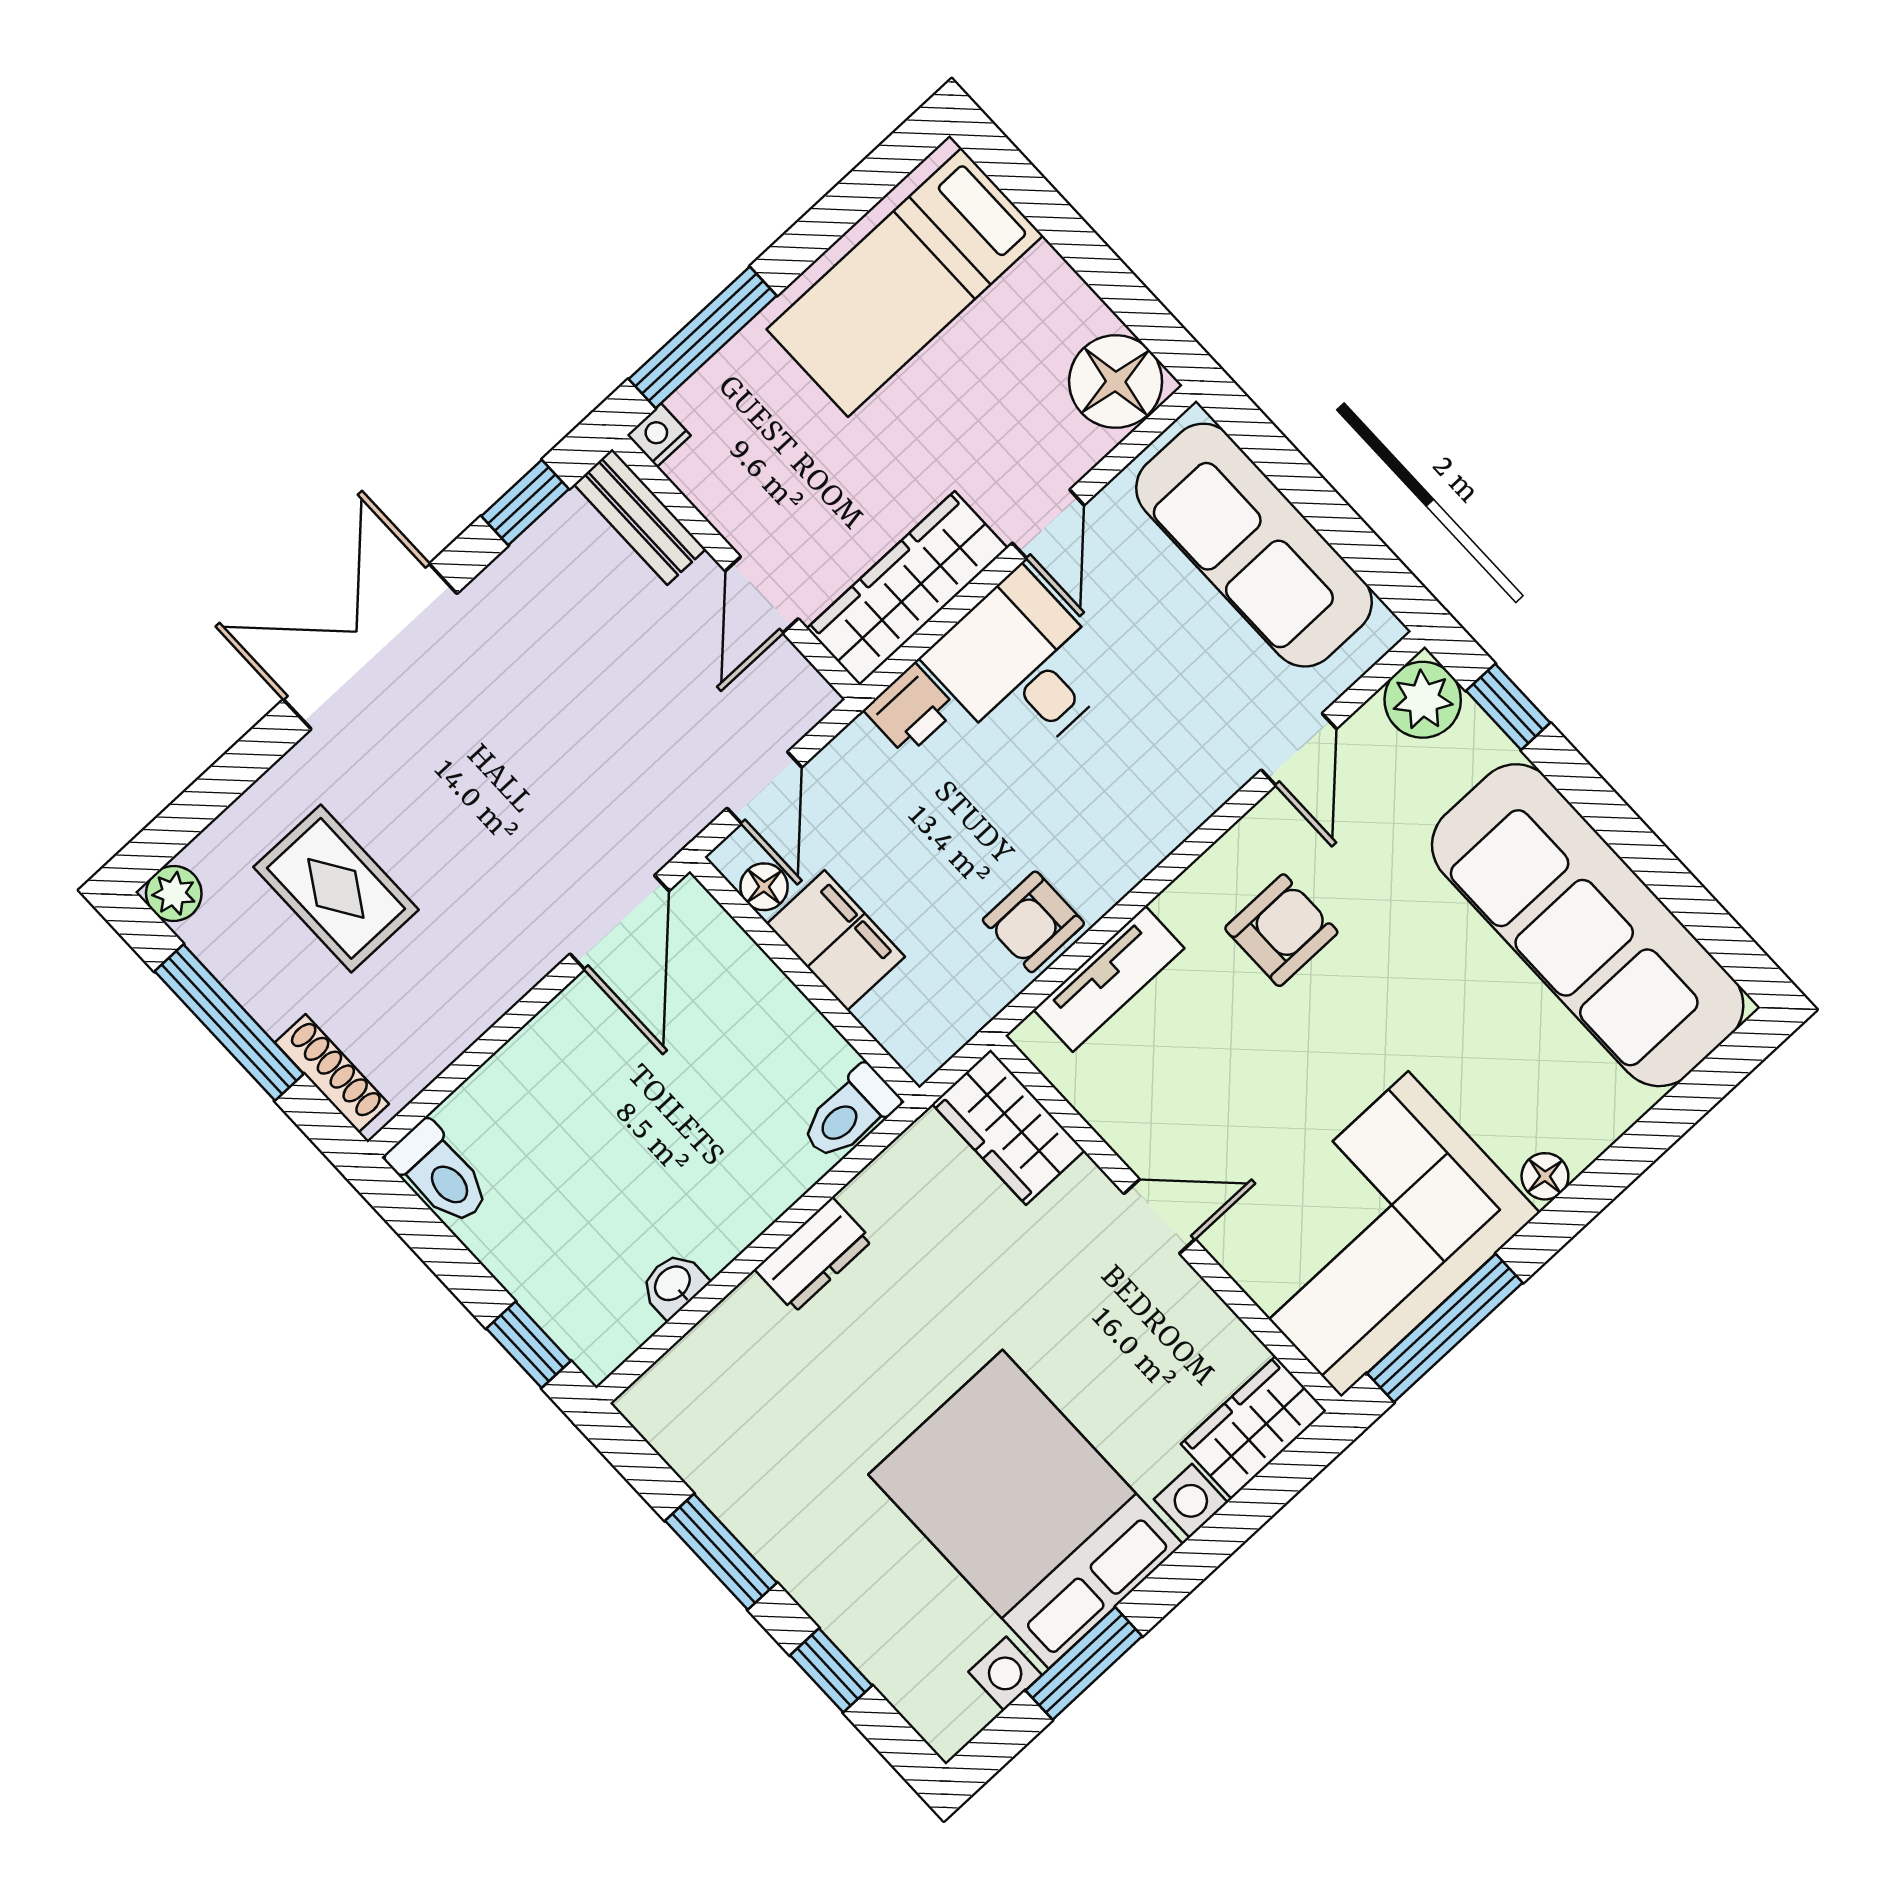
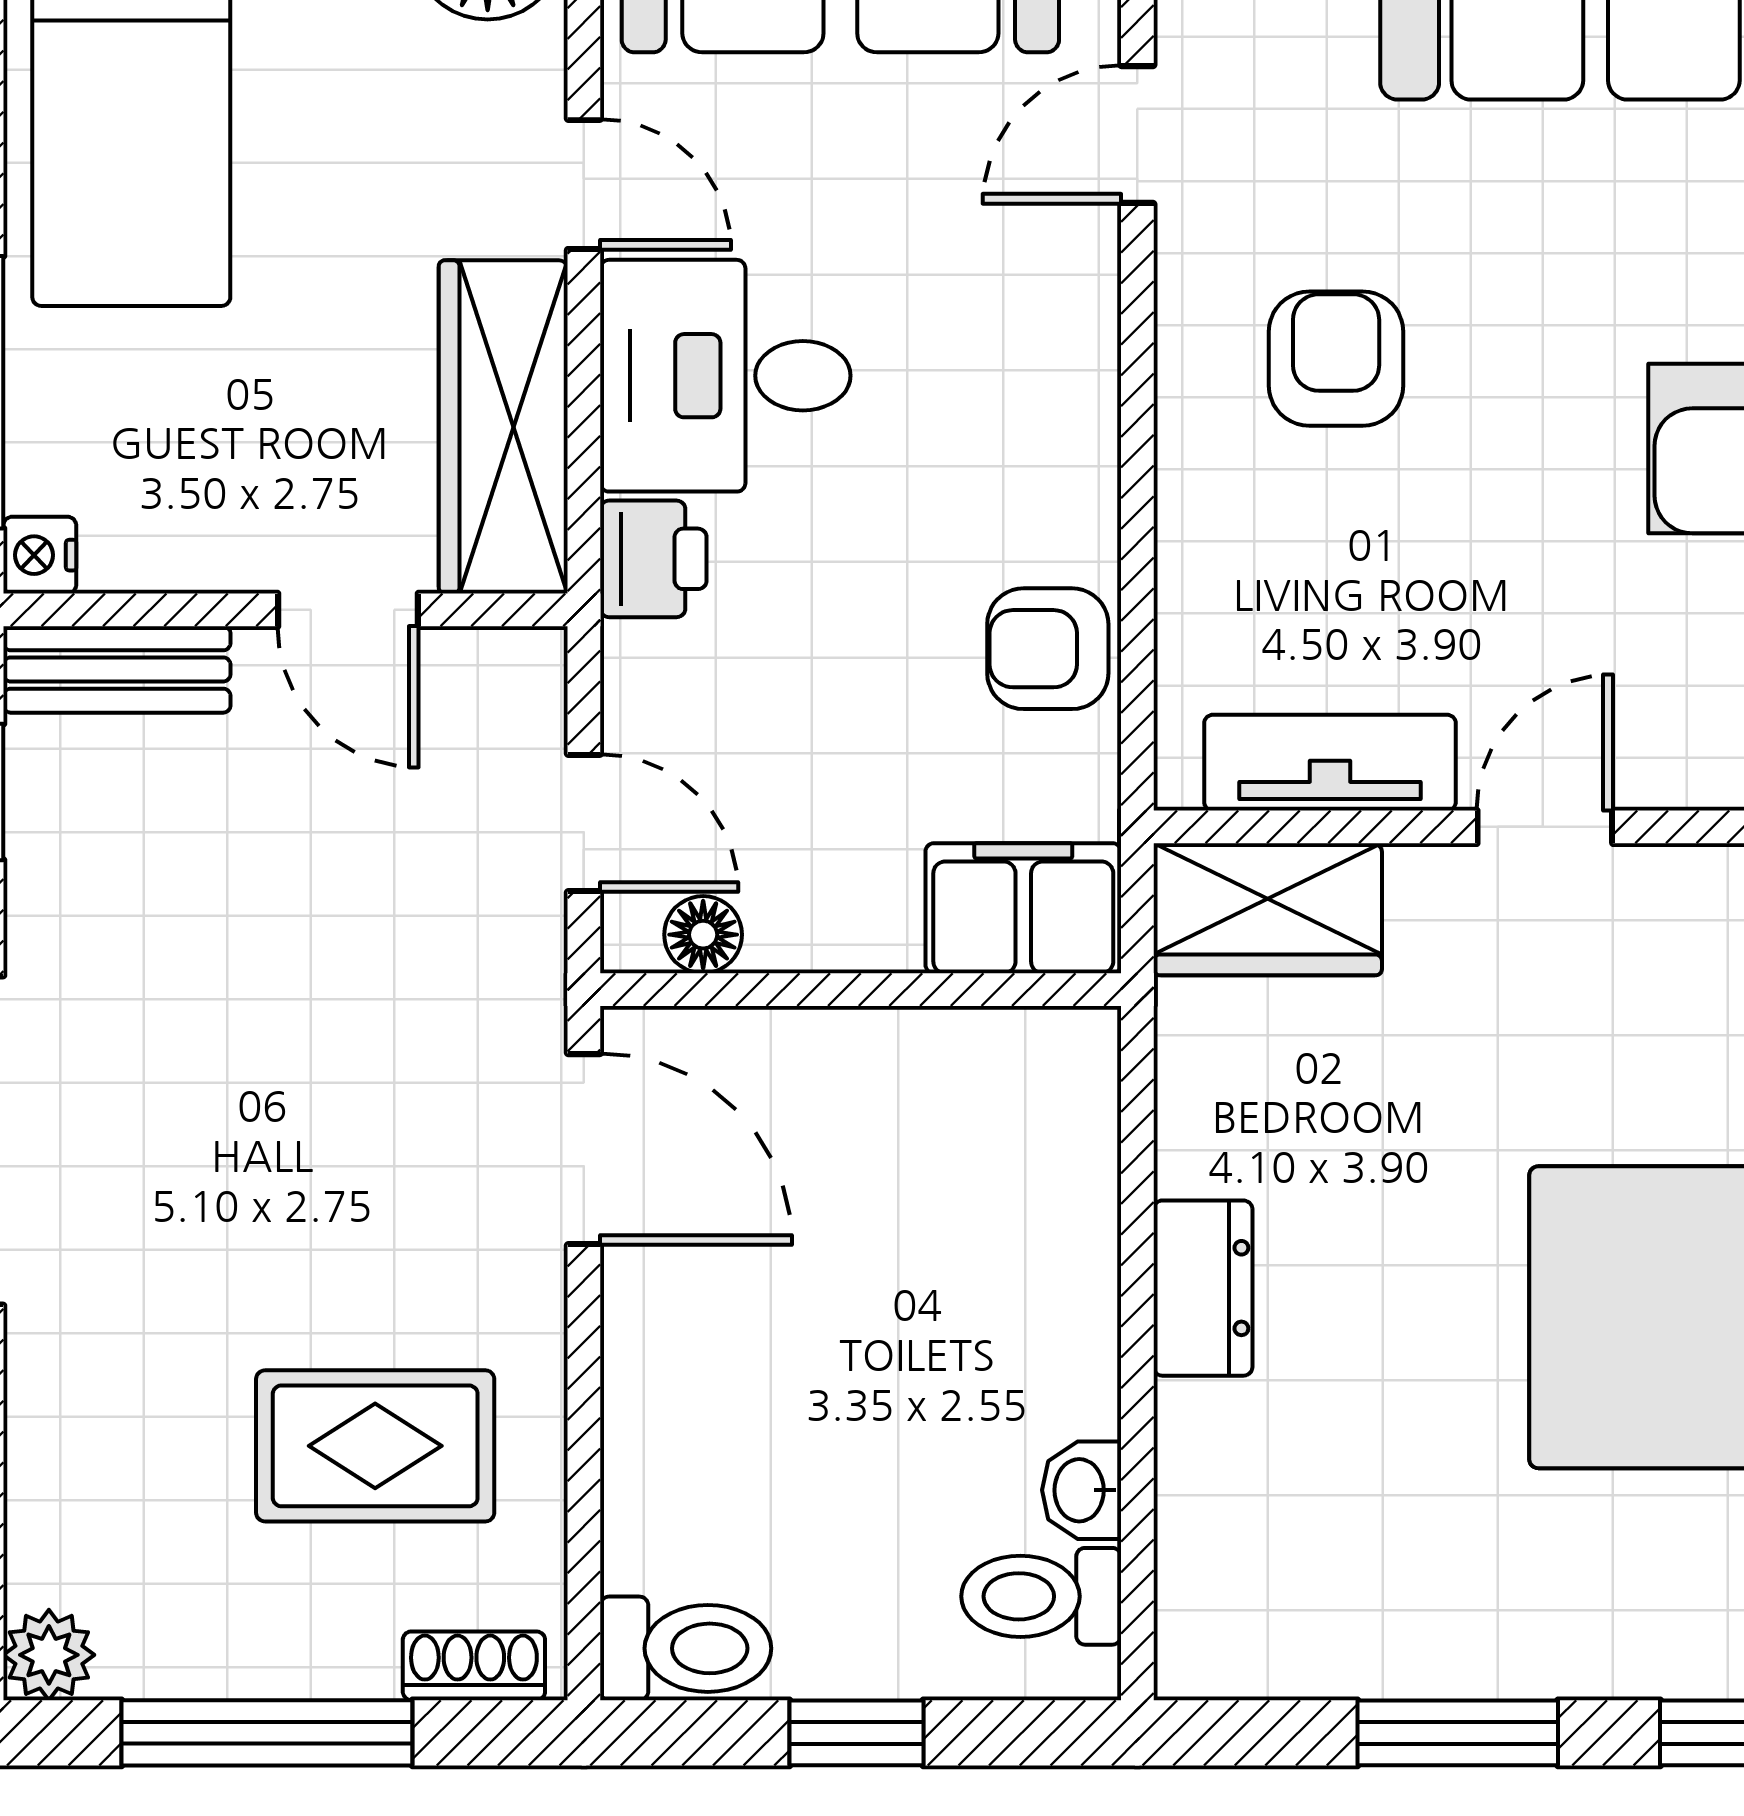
door: (1299, 749) -> (1137, 135), swing flipped
rug: (336, 888) -> (375, 1446), moved
armchair: (1033, 922) -> (1048, 649), turned 90
filing cabinet: (836, 940) -> (1023, 908), moved
tv unit: (1109, 979) -> (1330, 763), moved, turned -90
shoe rack: (332, 1073) -> (474, 1666), width x0.70
toilet: (849, 1113) -> (1041, 1596), moved, turned 90
window: (529, 1345) -> (856, 1733), moved

